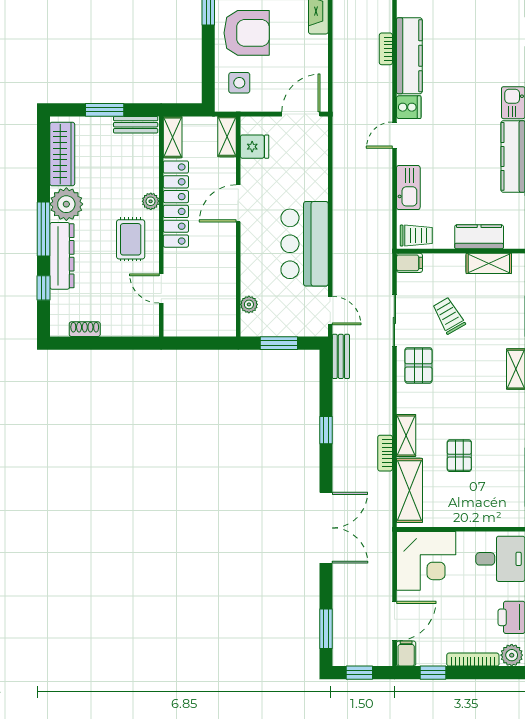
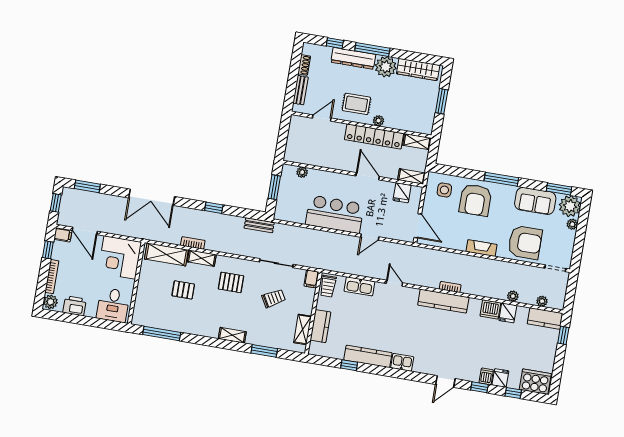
cooker: (409, 107) -> (411, 295), removed
bench: (136, 125) -> (300, 90), moved
door: (330, 311) -> (370, 237), moved
pallet: (418, 365) -> (231, 282), moved

